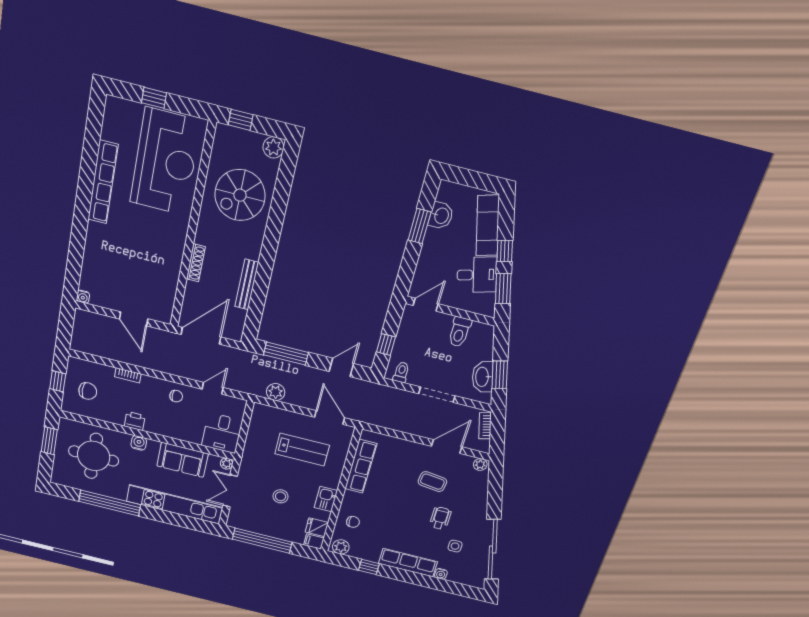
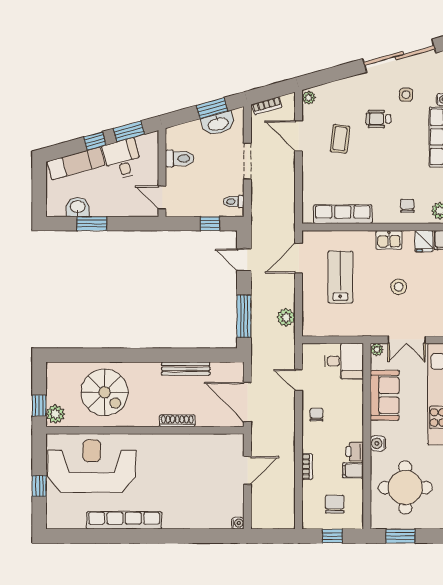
plant: (273, 147) -> (55, 414), moved
filing cabinet: (117, 415) -> (353, 470), added

